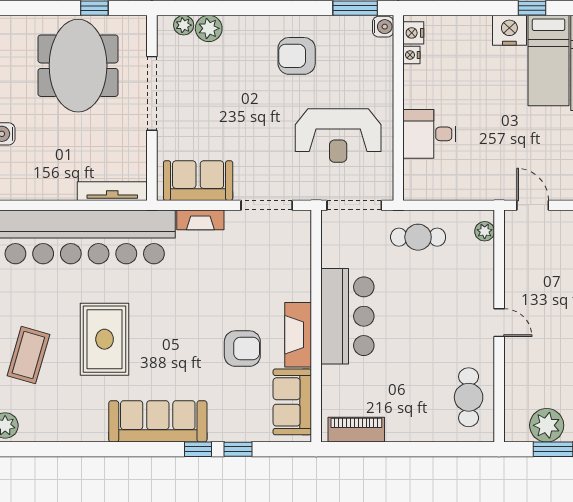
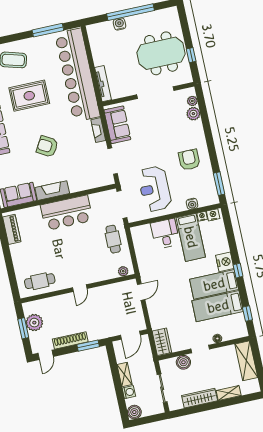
water cooler: (383, 27) -> (192, 204), moved
bed: (448, 86) -> (191, 237), added
armchair: (242, 349) -> (47, 146), moved, turned 120

